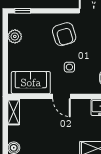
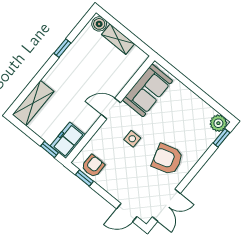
plant: (15, 36) -> (218, 123), moved
shelving: (14, 112) -> (118, 39), moved

